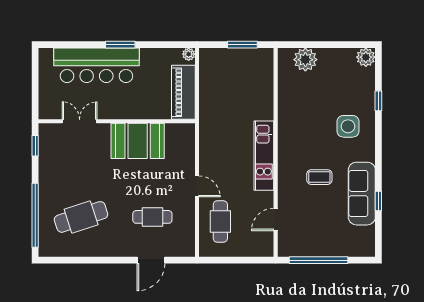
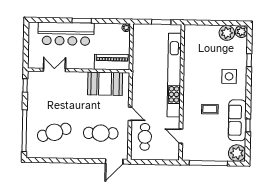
plant: (305, 60) -> (227, 33), moved
piano: (183, 92) -> (112, 62), moved, turned 90
booth: (138, 141) -> (105, 84), moved
kitchen unit: (264, 156) -> (174, 75), width x1.86
cafe table: (152, 217) -> (101, 133), width x1.37, depth x1.35
door: (276, 219) -> (181, 136), hinge flipped
plant: (362, 244) -> (237, 153), added
door: (151, 260) -> (114, 161), moved

